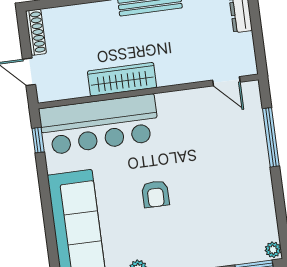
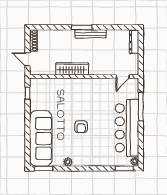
door: (226, 81) -> (123, 76), hinge flipped
bar counter: (99, 125) -> (127, 128), moved, turned 90

